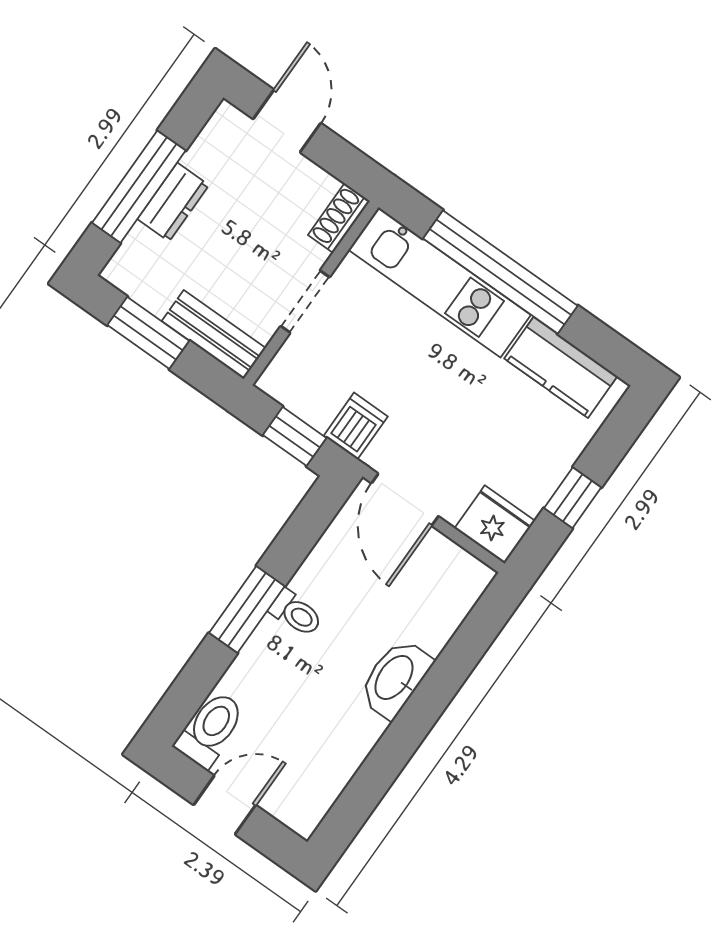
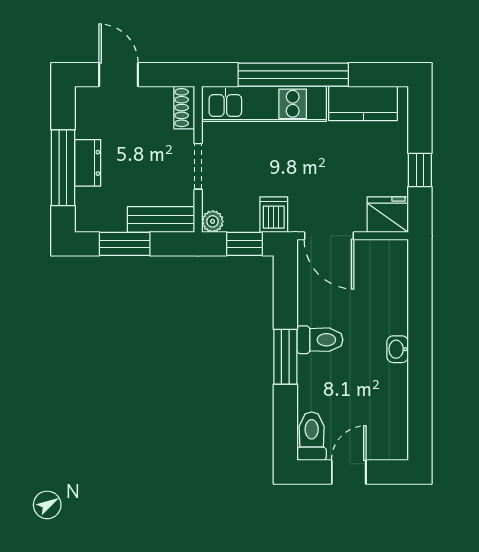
plant: (275, 381) -> (213, 221), added
toilet: (296, 613) -> (320, 340), width x1.37, depth x1.39
washbasin: (395, 678) -> (398, 349), width x0.52, depth x0.69

